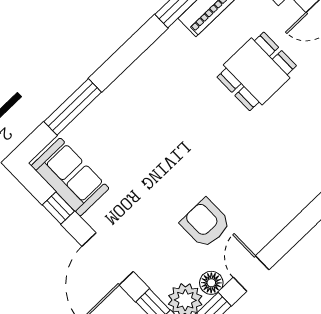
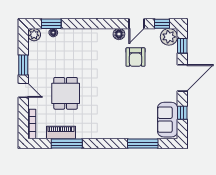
dining table: (257, 71) -> (66, 93), turned 90
floor lamp: (211, 283) -> (119, 34), moved

